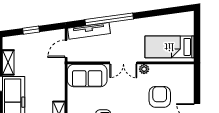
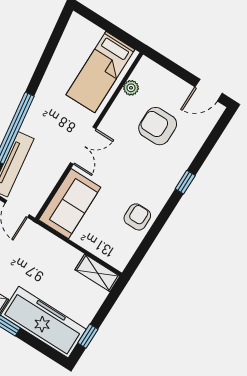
plant: (144, 69) -> (131, 88), moved

